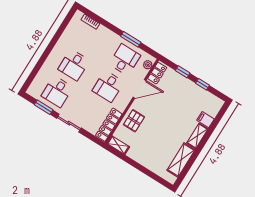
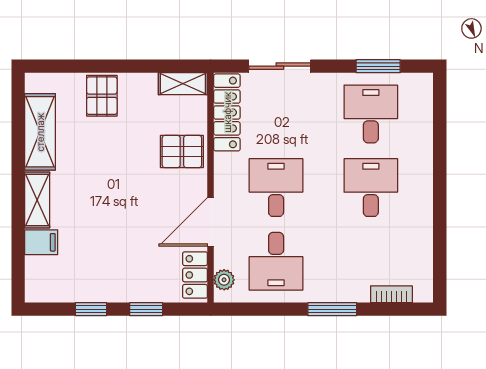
window: (131, 39) -> (332, 309), moved
pallet: (134, 121) -> (182, 151), turned 90
sliding door: (69, 123) -> (280, 66), moved
pallet: (150, 159) -> (102, 96), added

